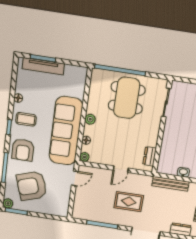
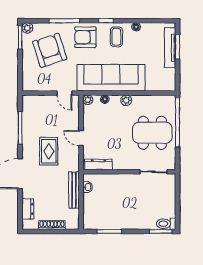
dresser: (150, 156) -> (98, 165), width x1.44
washbasin: (183, 172) -> (88, 187), moved

